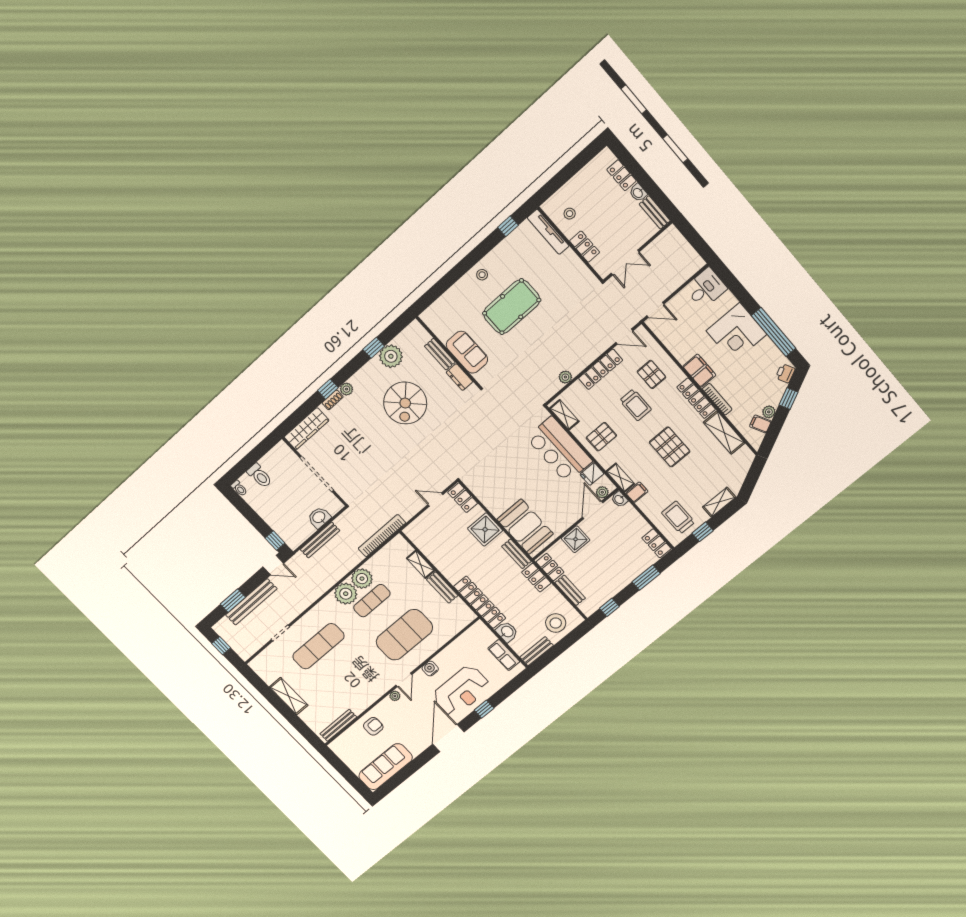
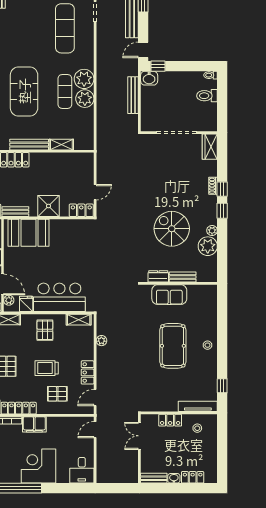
window: (374, 348) -> (222, 211), moved
locker: (601, 369) -> (88, 372), width x0.66
plant: (346, 389) -> (212, 231), moved
wardrobe: (307, 429) -> (210, 147), width x0.67
washbasin: (319, 518) -> (149, 78), moved, turned 90
bookcase: (382, 536) -> (101, 137), removed
bench: (442, 588) -> (29, 145), width x1.36

